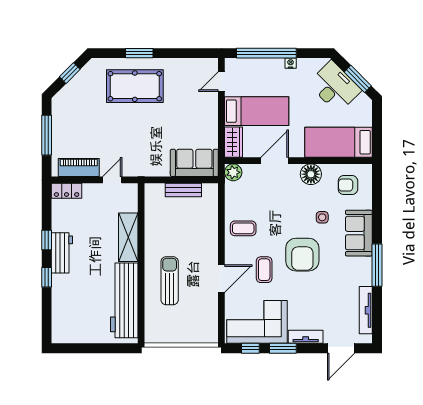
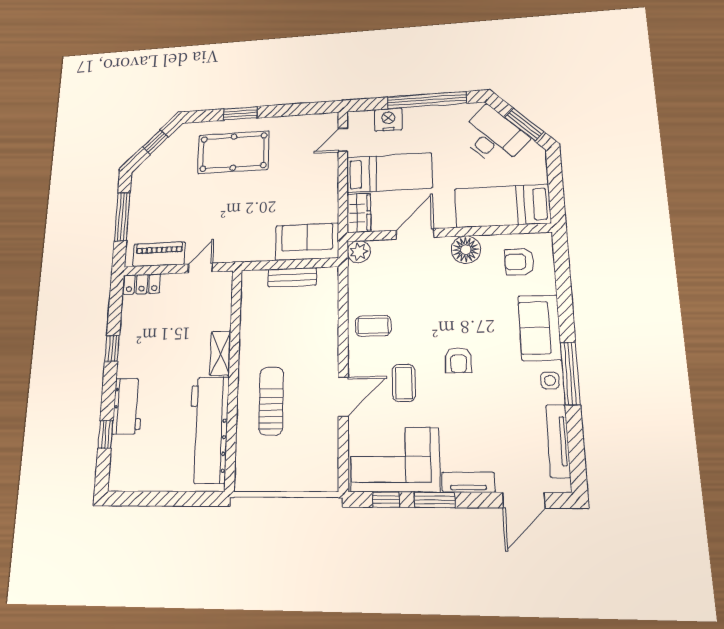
window: (266, 53) -> (427, 100), moved
nightstand: (291, 63) -> (388, 120), moved, width x1.89, depth x1.79
side table: (322, 217) -> (550, 380), moved
shelving: (128, 237) -> (220, 353), width x0.67, depth x0.75
workbench: (62, 253) -> (127, 406), moved
armchair: (302, 255) -> (458, 360), width x0.53, depth x0.53
window: (47, 277) -> (105, 435), moved

